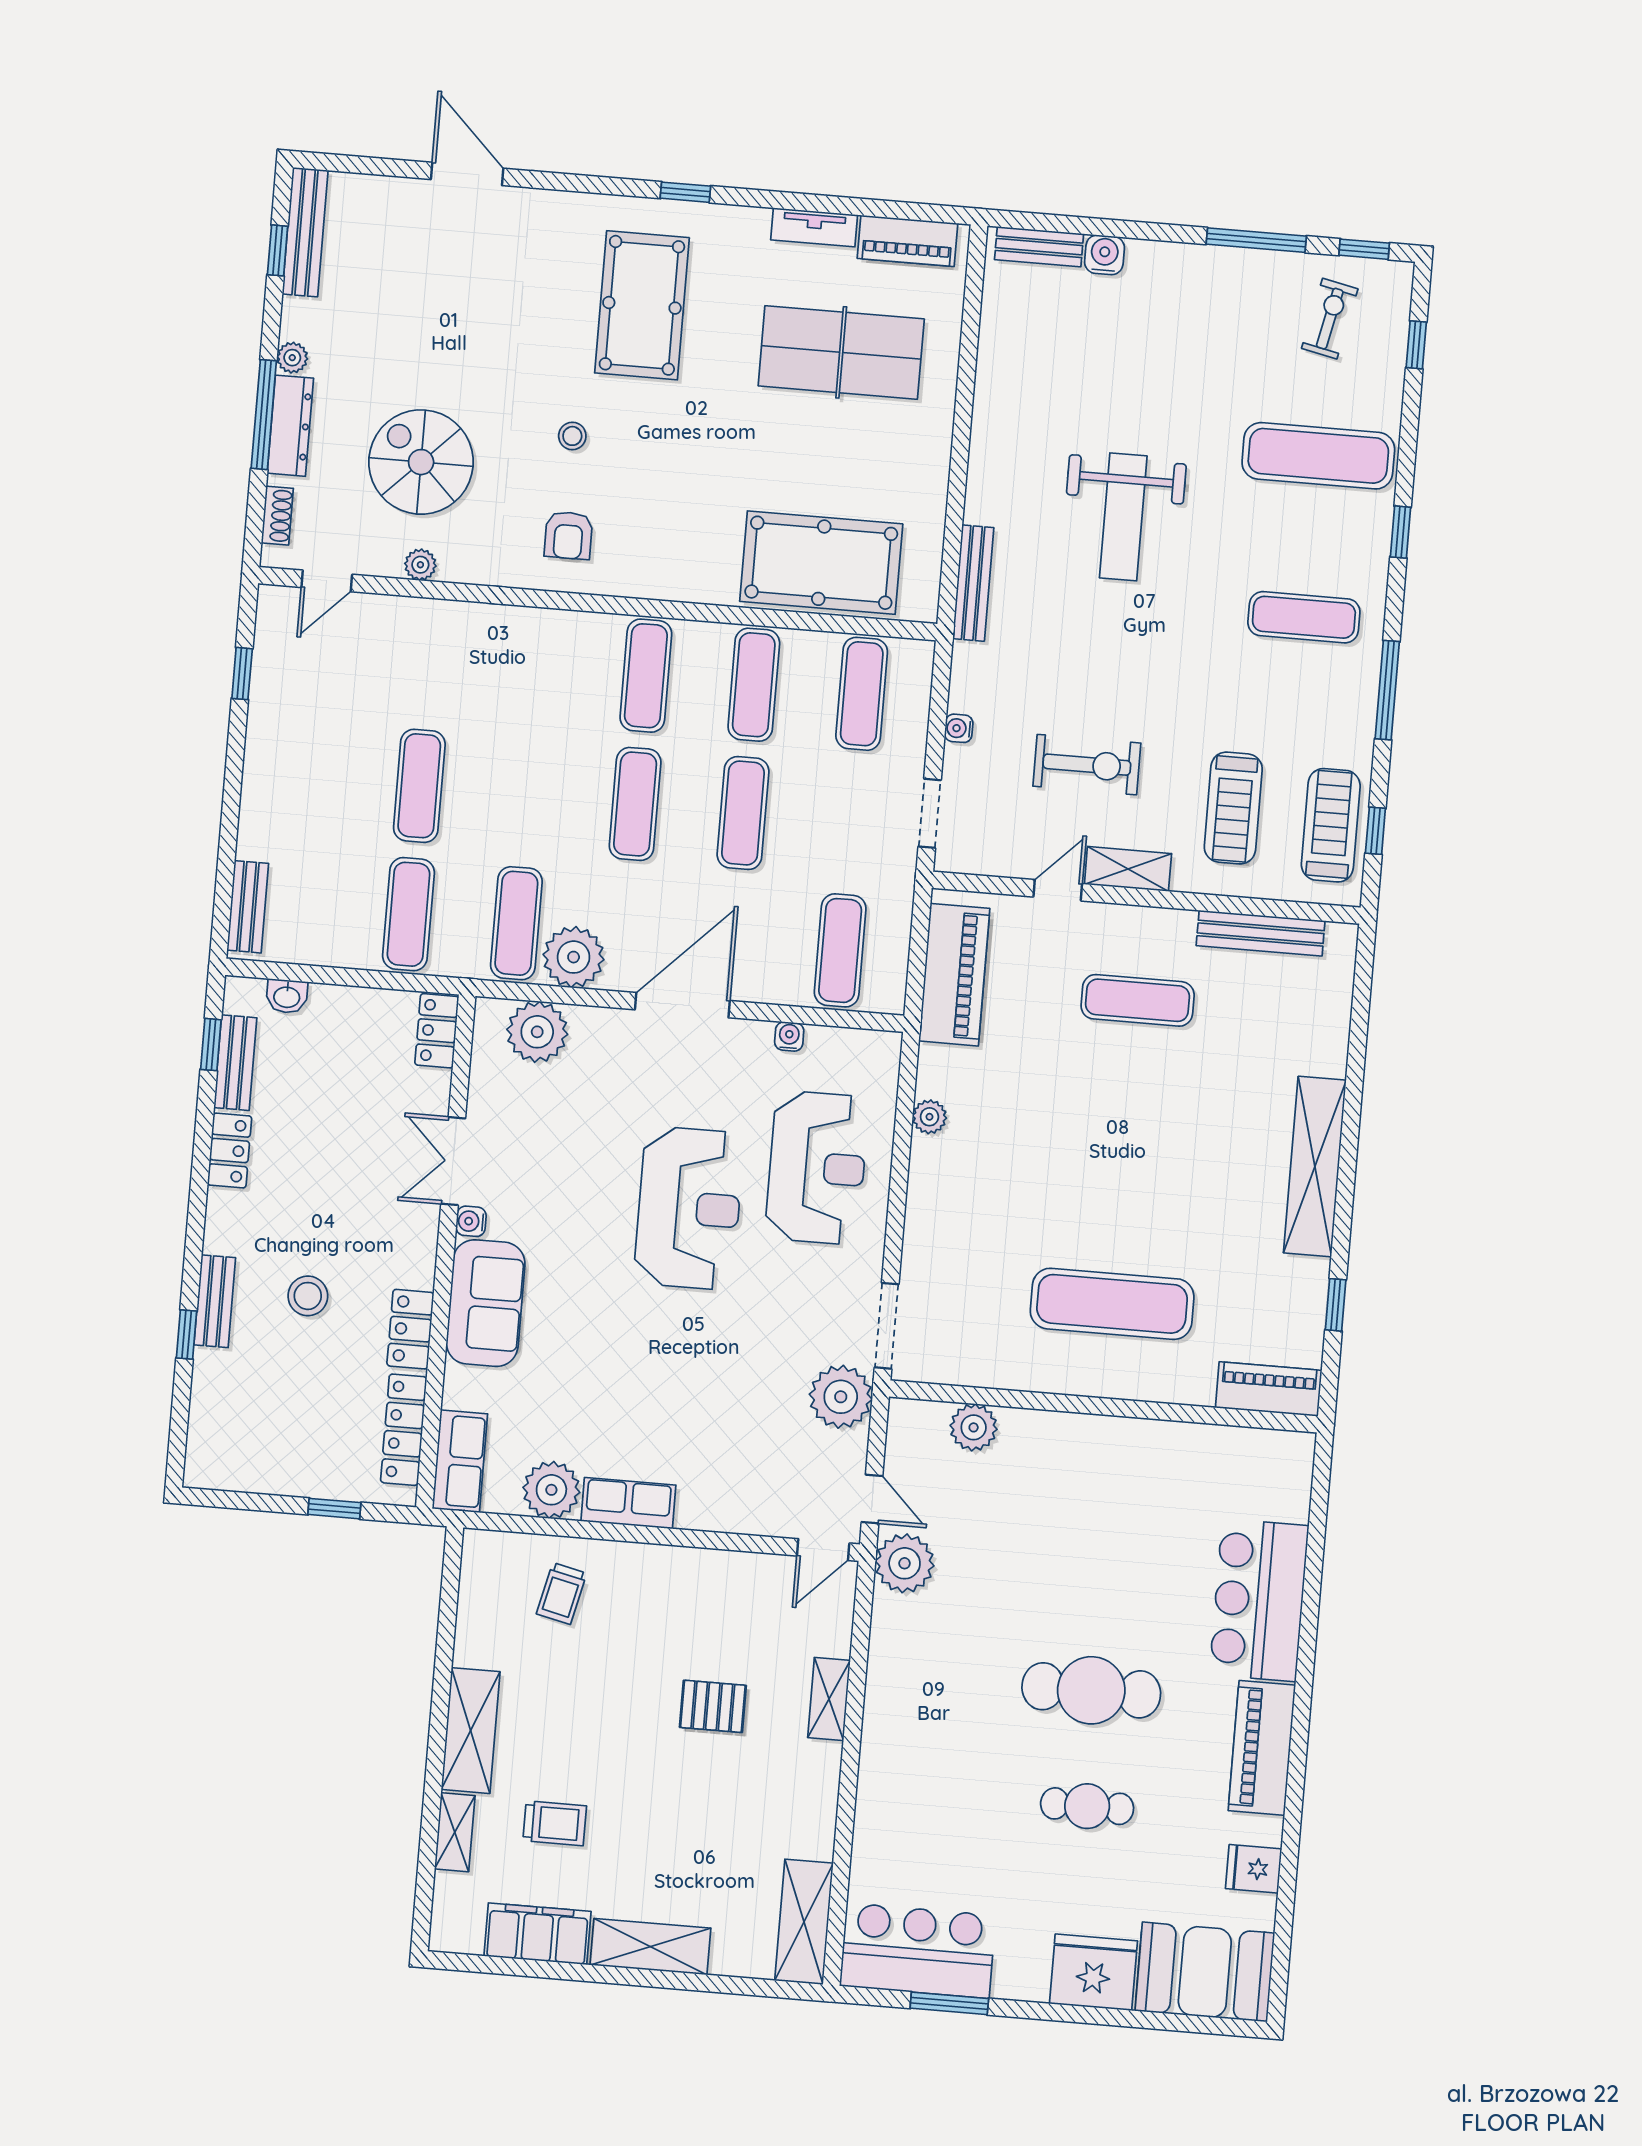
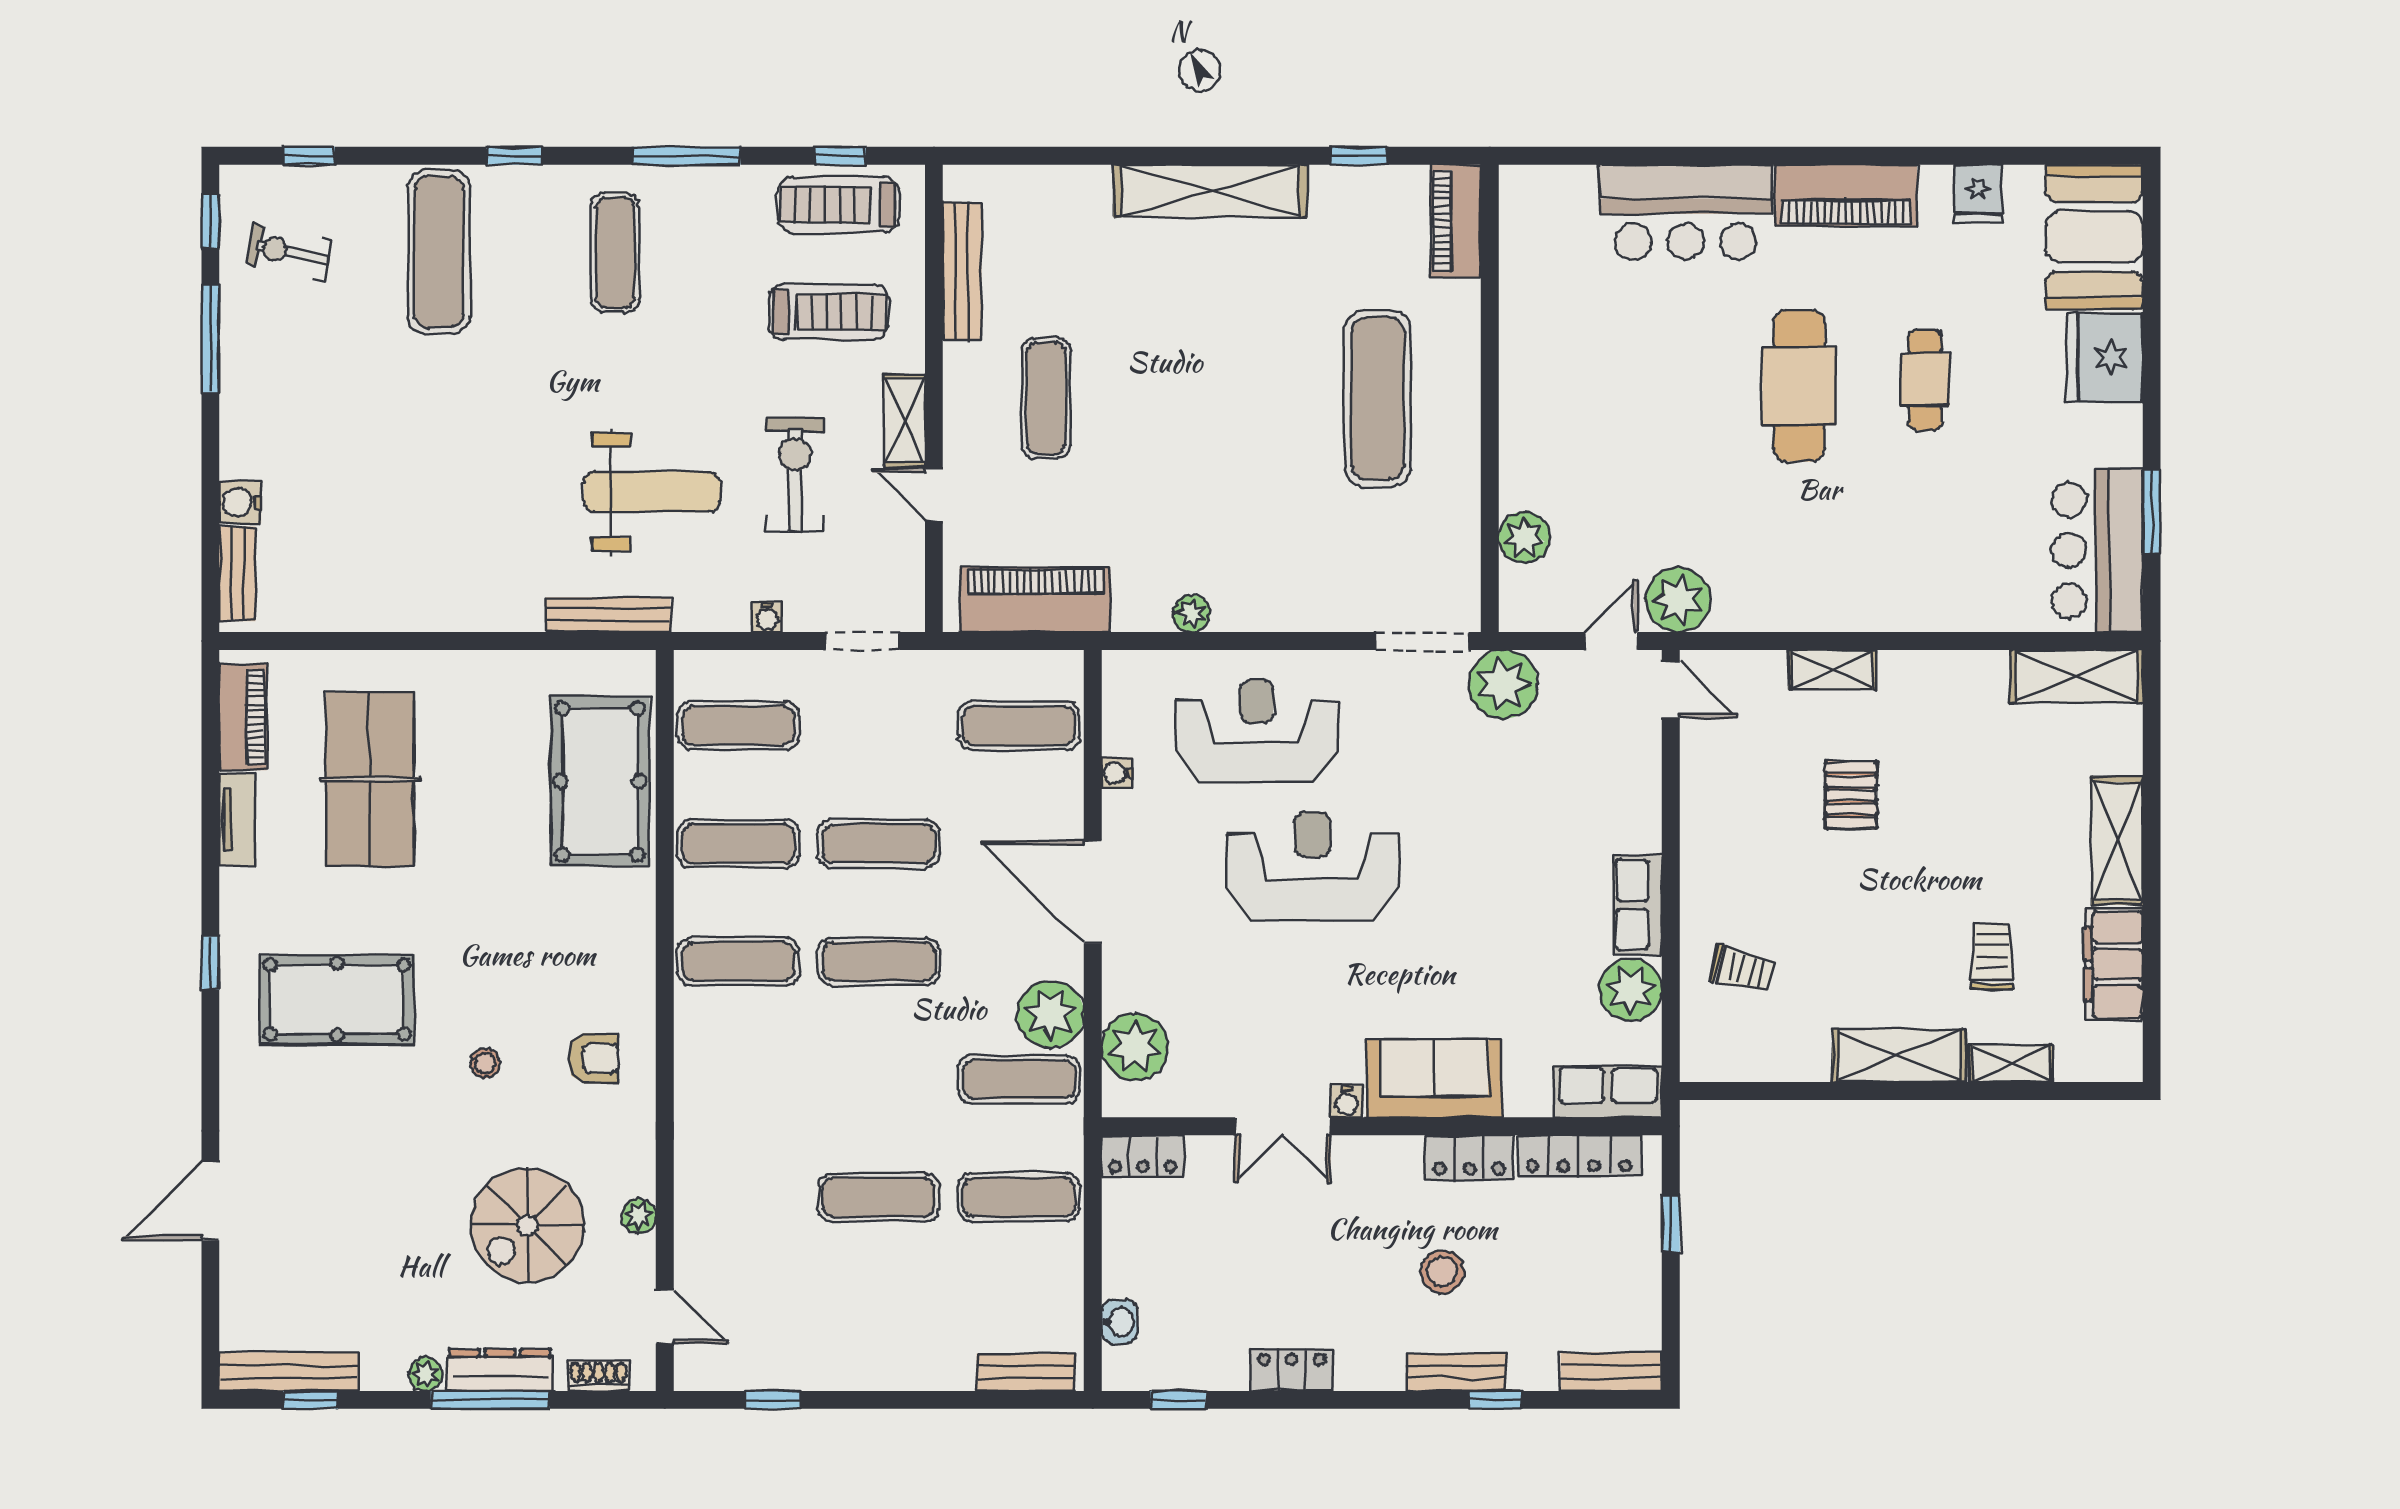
weight bench: (1123, 517) -> (652, 492), moved
bench: (235, 1063) -> (1611, 1372), moved

